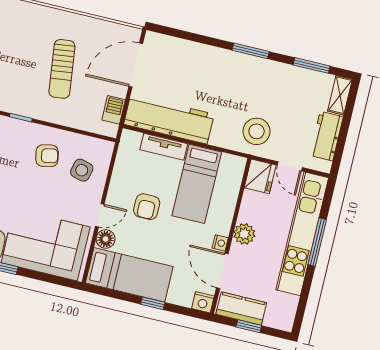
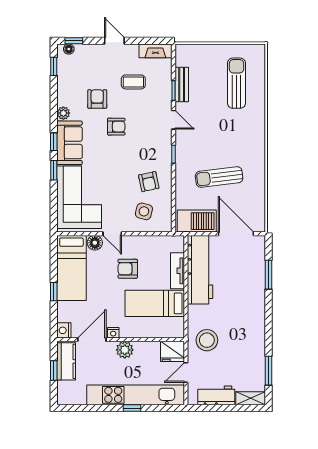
window: (251, 51) -> (268, 275), moved
barbecue: (114, 110) -> (197, 221), width x1.88, depth x1.53
window: (317, 242) -> (132, 408), width x0.46

